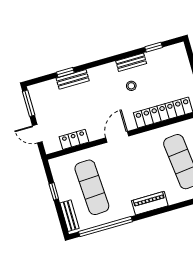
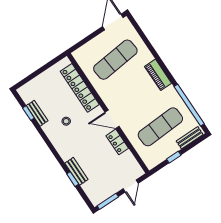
bench: (131, 62) -> (37, 113), moved
locker: (74, 139) -> (117, 142), moved

